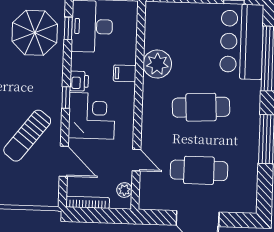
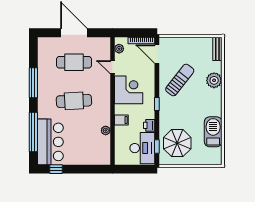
plant: (157, 64) -> (106, 130), width x0.53, depth x0.53
printer: (79, 81) -> (149, 125), moved
corner desk: (92, 116) -> (129, 90), moved, turned 180
door: (64, 161) -> (157, 54), moved

